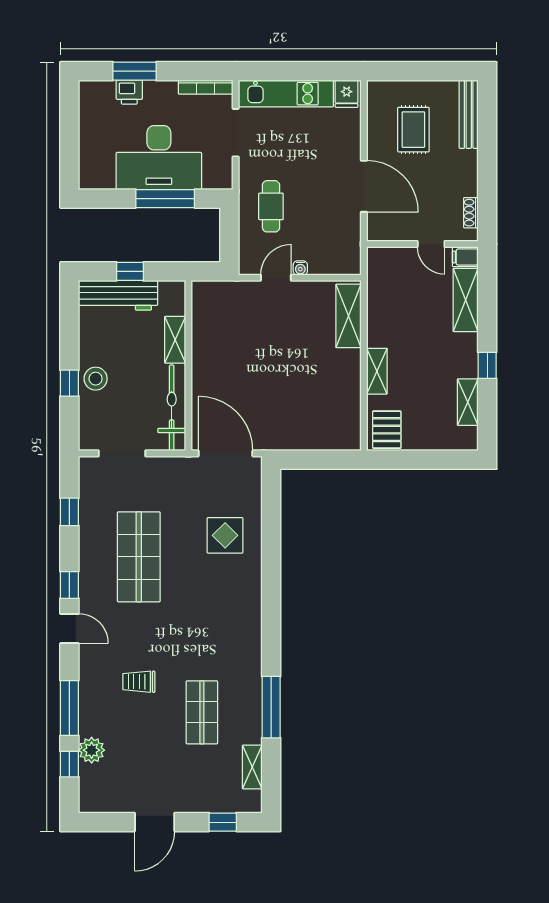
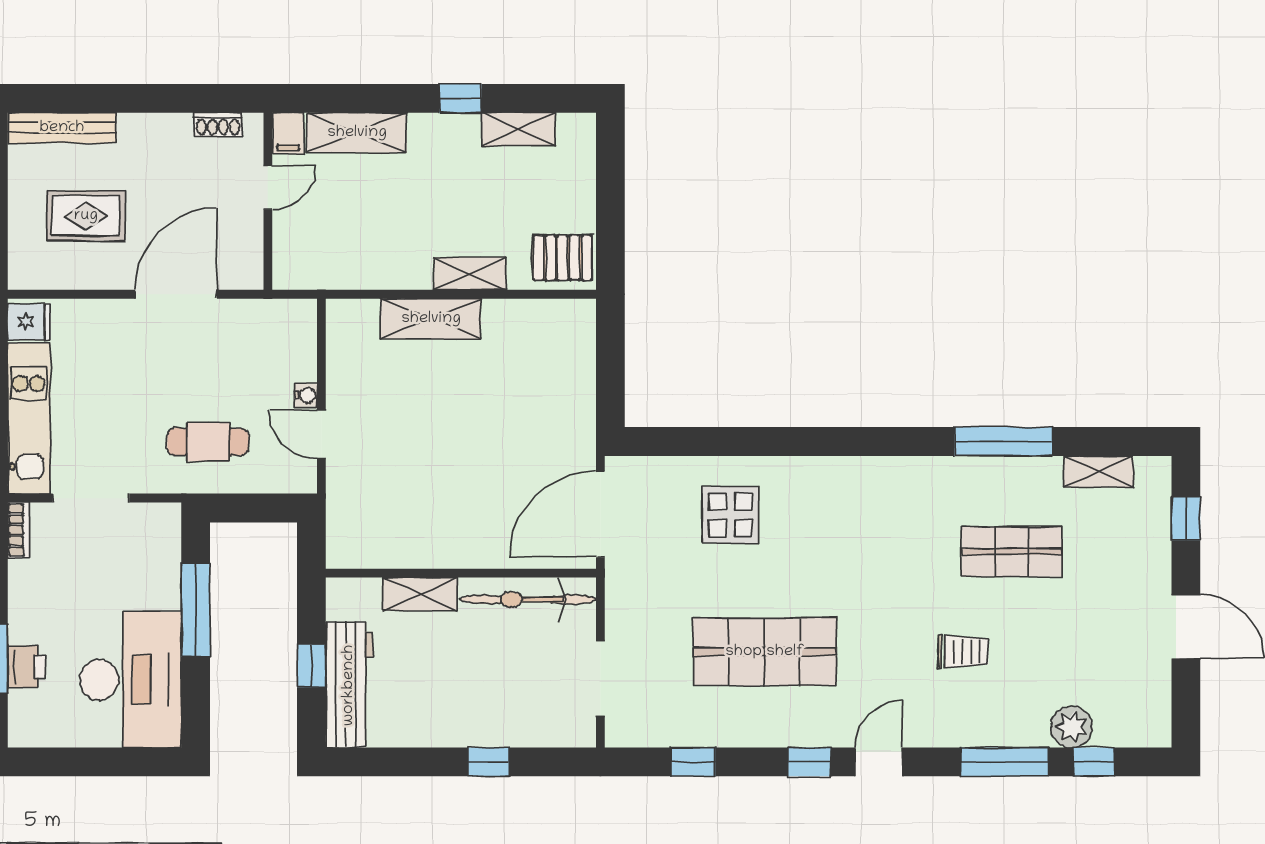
bookcase: (206, 87) -> (19, 530), width x0.64
desk: (159, 158) -> (131, 680), moved
shelving: (349, 316) -> (431, 319), moved
stool: (96, 379) -> (482, 720), removed
trolley: (139, 682) -> (963, 652), turned -90

